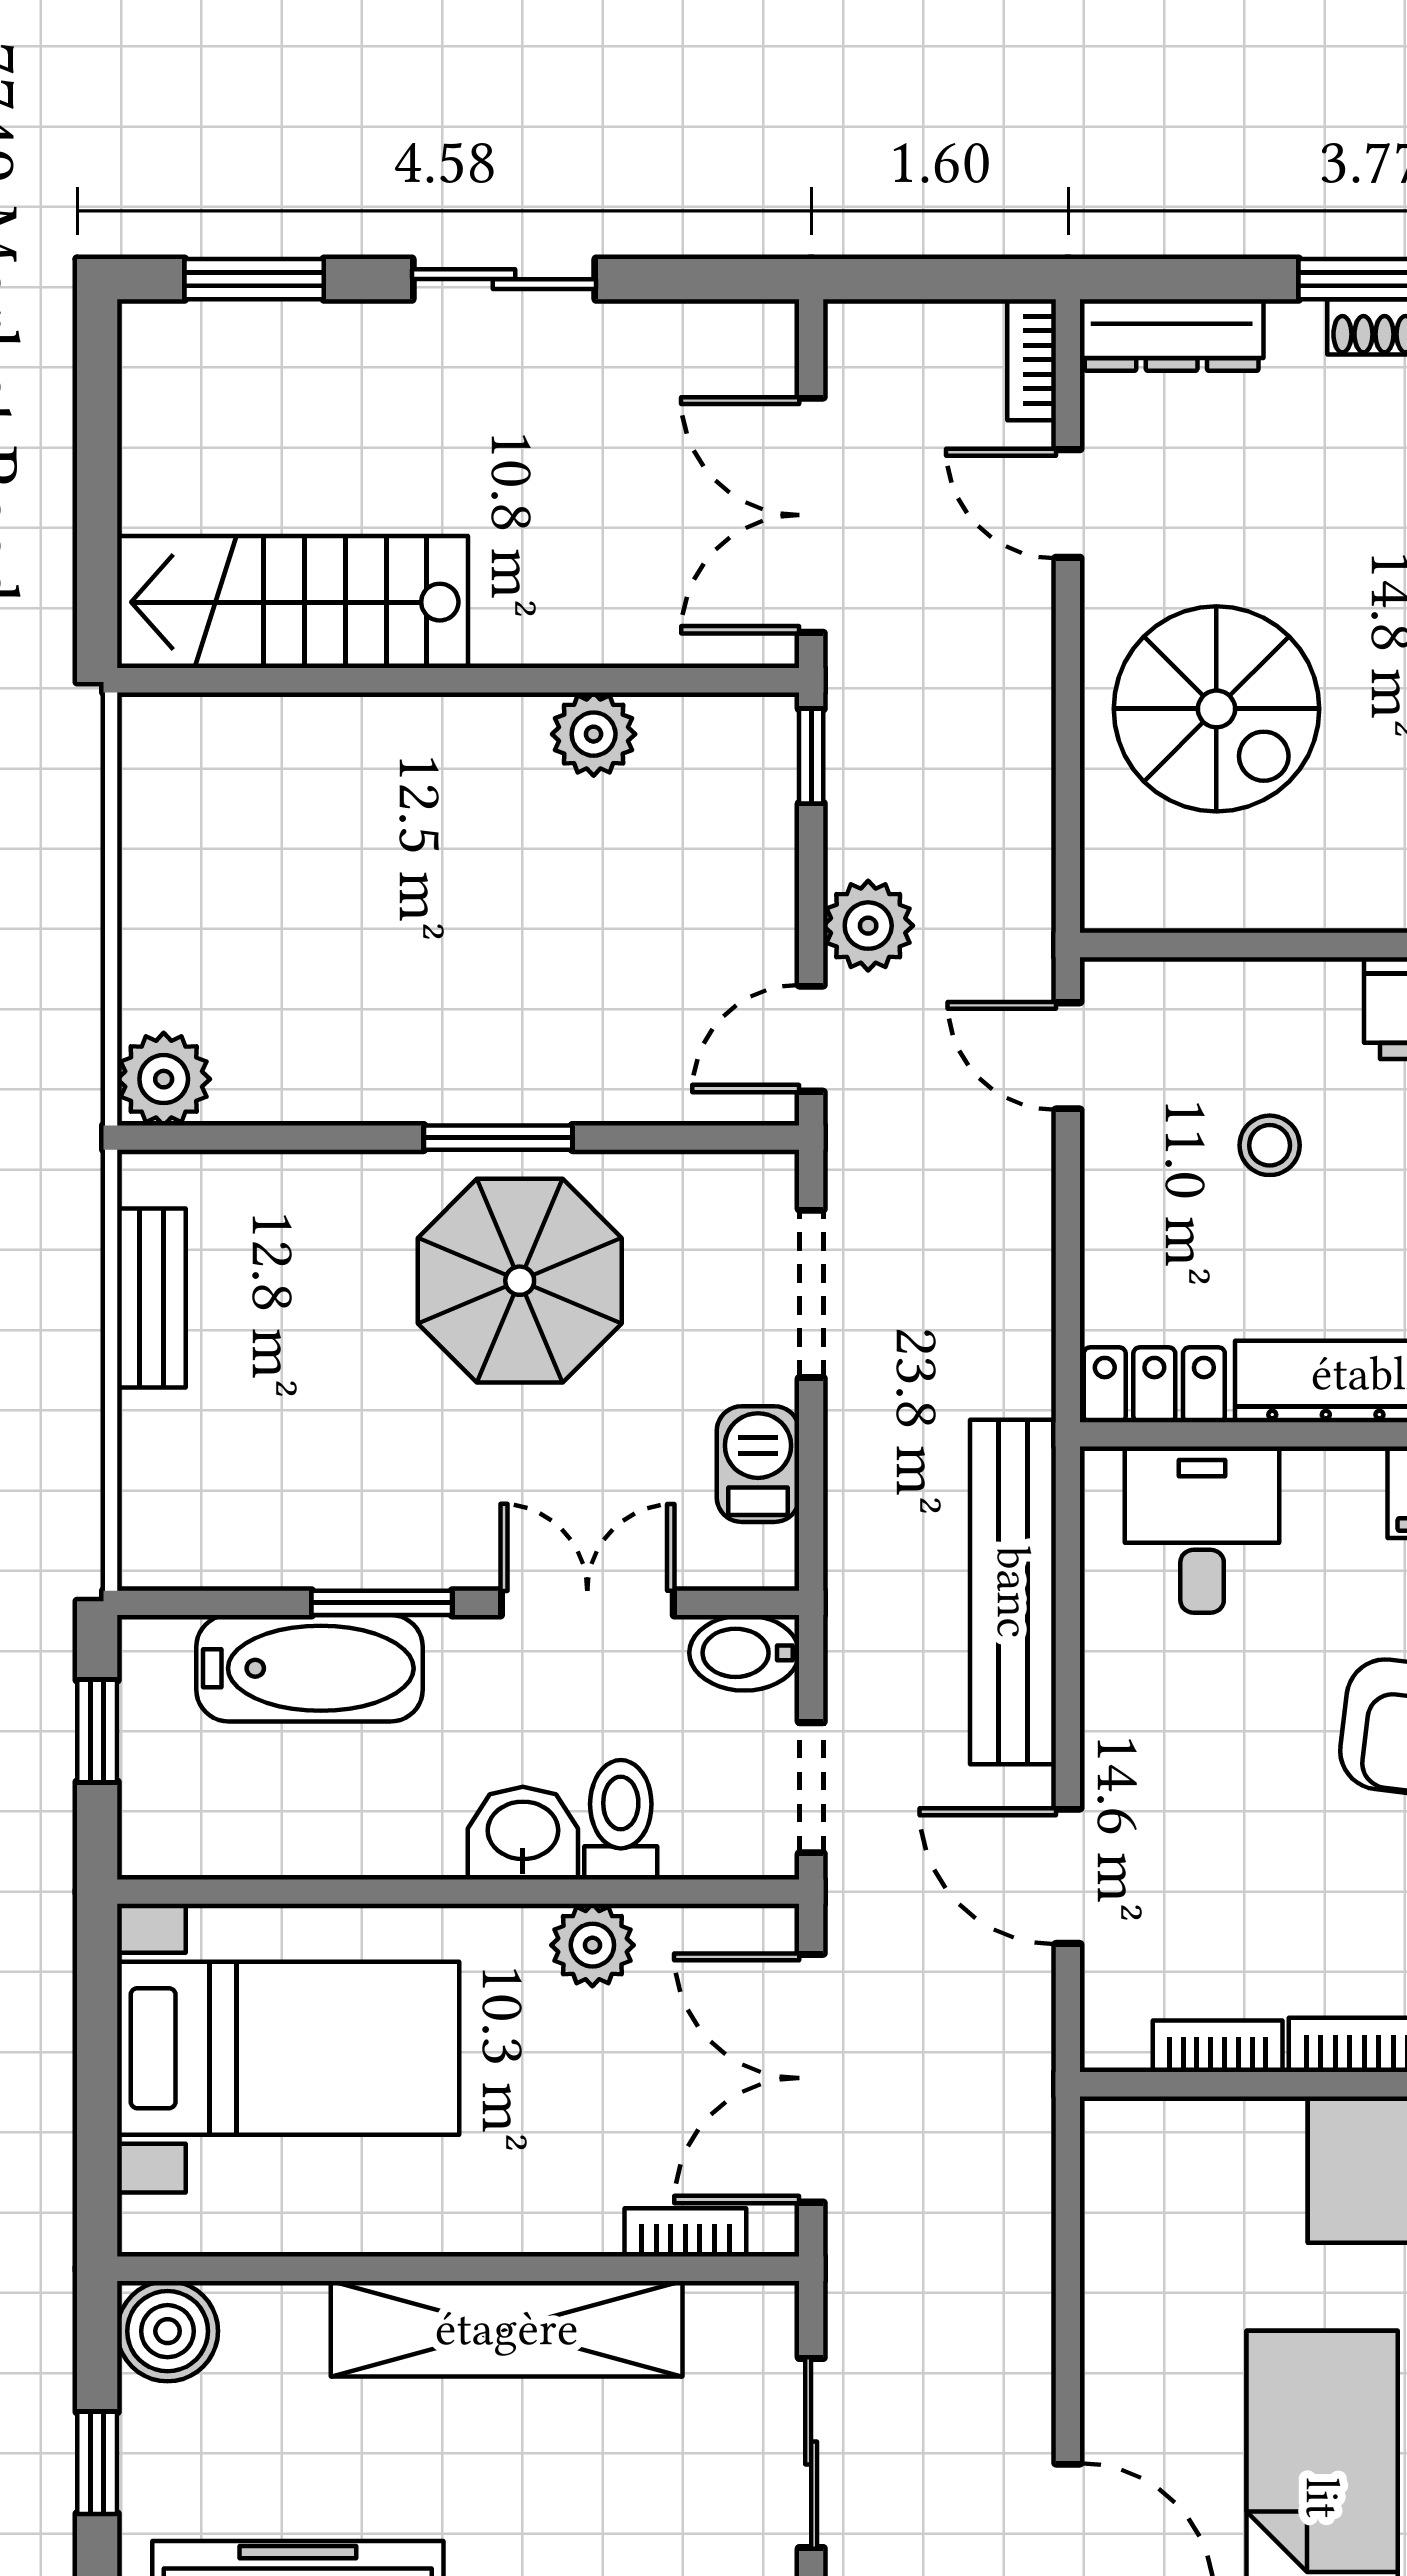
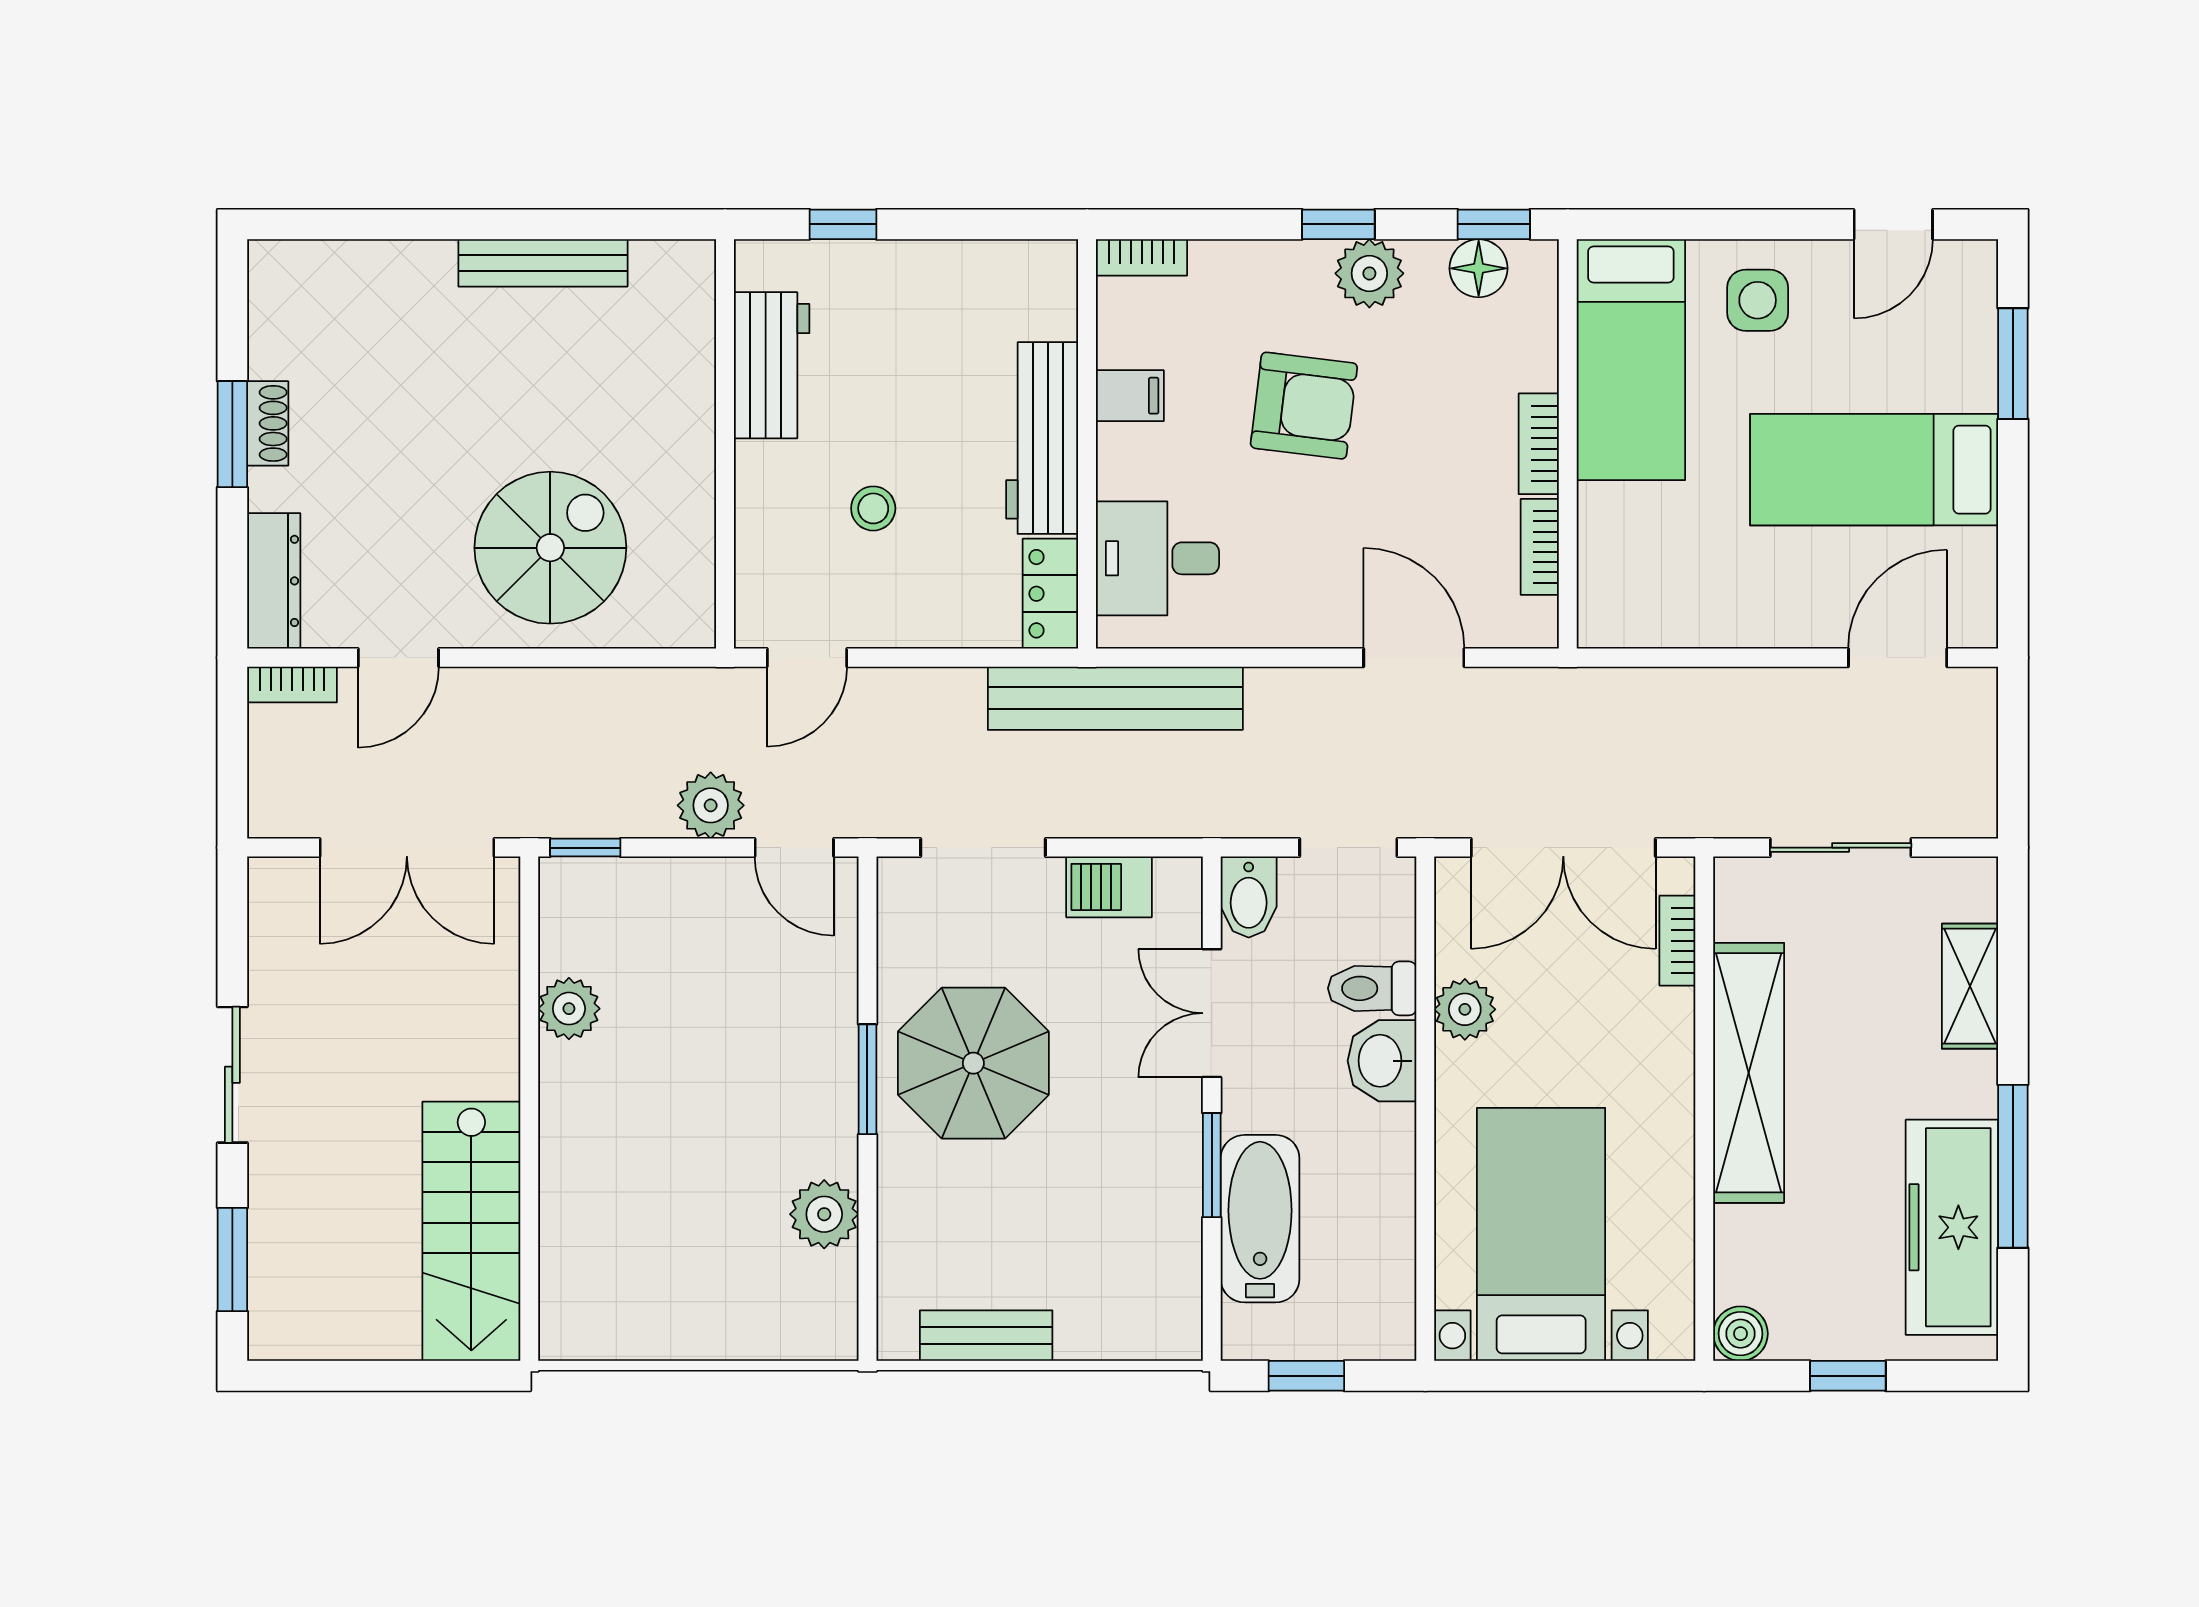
plant: (164, 1079) -> (824, 1214), moved
bench: (1013, 1592) -> (1115, 698), moved
door: (1068, 1876) -> (1414, 658), swing flipped
boiler: (168, 2331) -> (1740, 1334), width x0.73, depth x0.73

